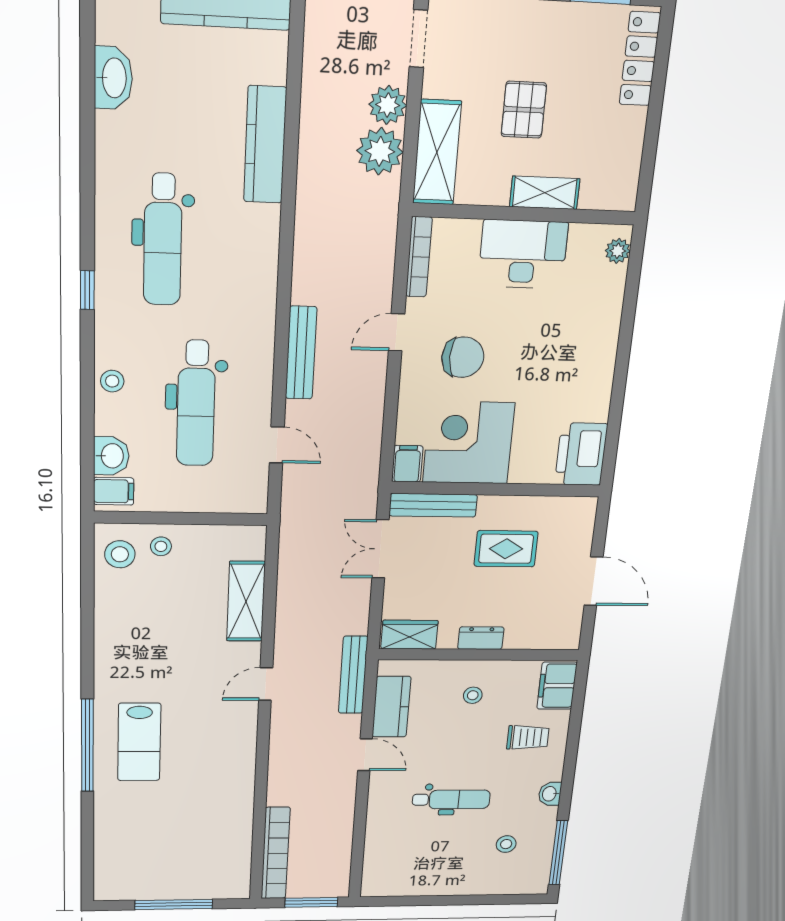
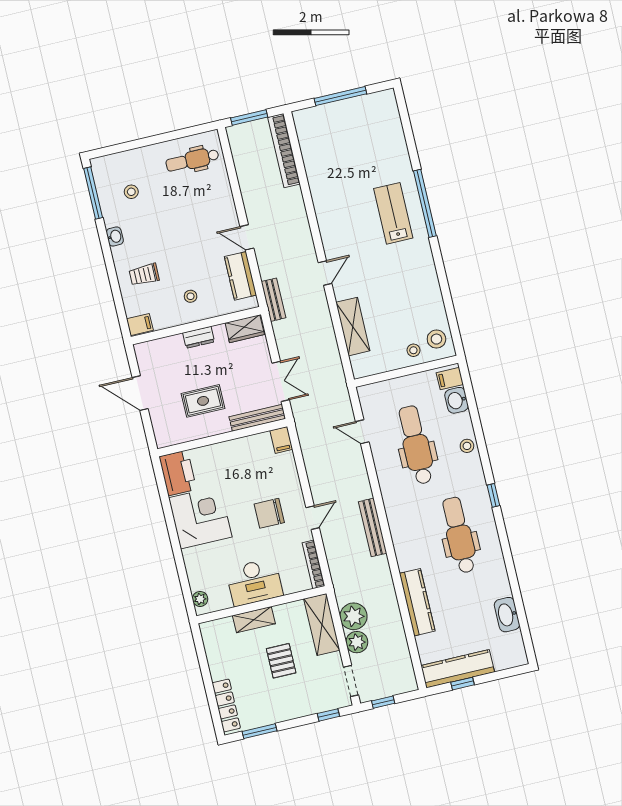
bench: (301, 353) -> (373, 527), moved
corner desk: (469, 443) -> (200, 517), moved, turned -90
bench: (353, 675) -> (273, 300), width x0.73
filing cabinet: (557, 686) -> (140, 325), width x0.50
dental chair: (451, 799) -> (192, 160), moved

